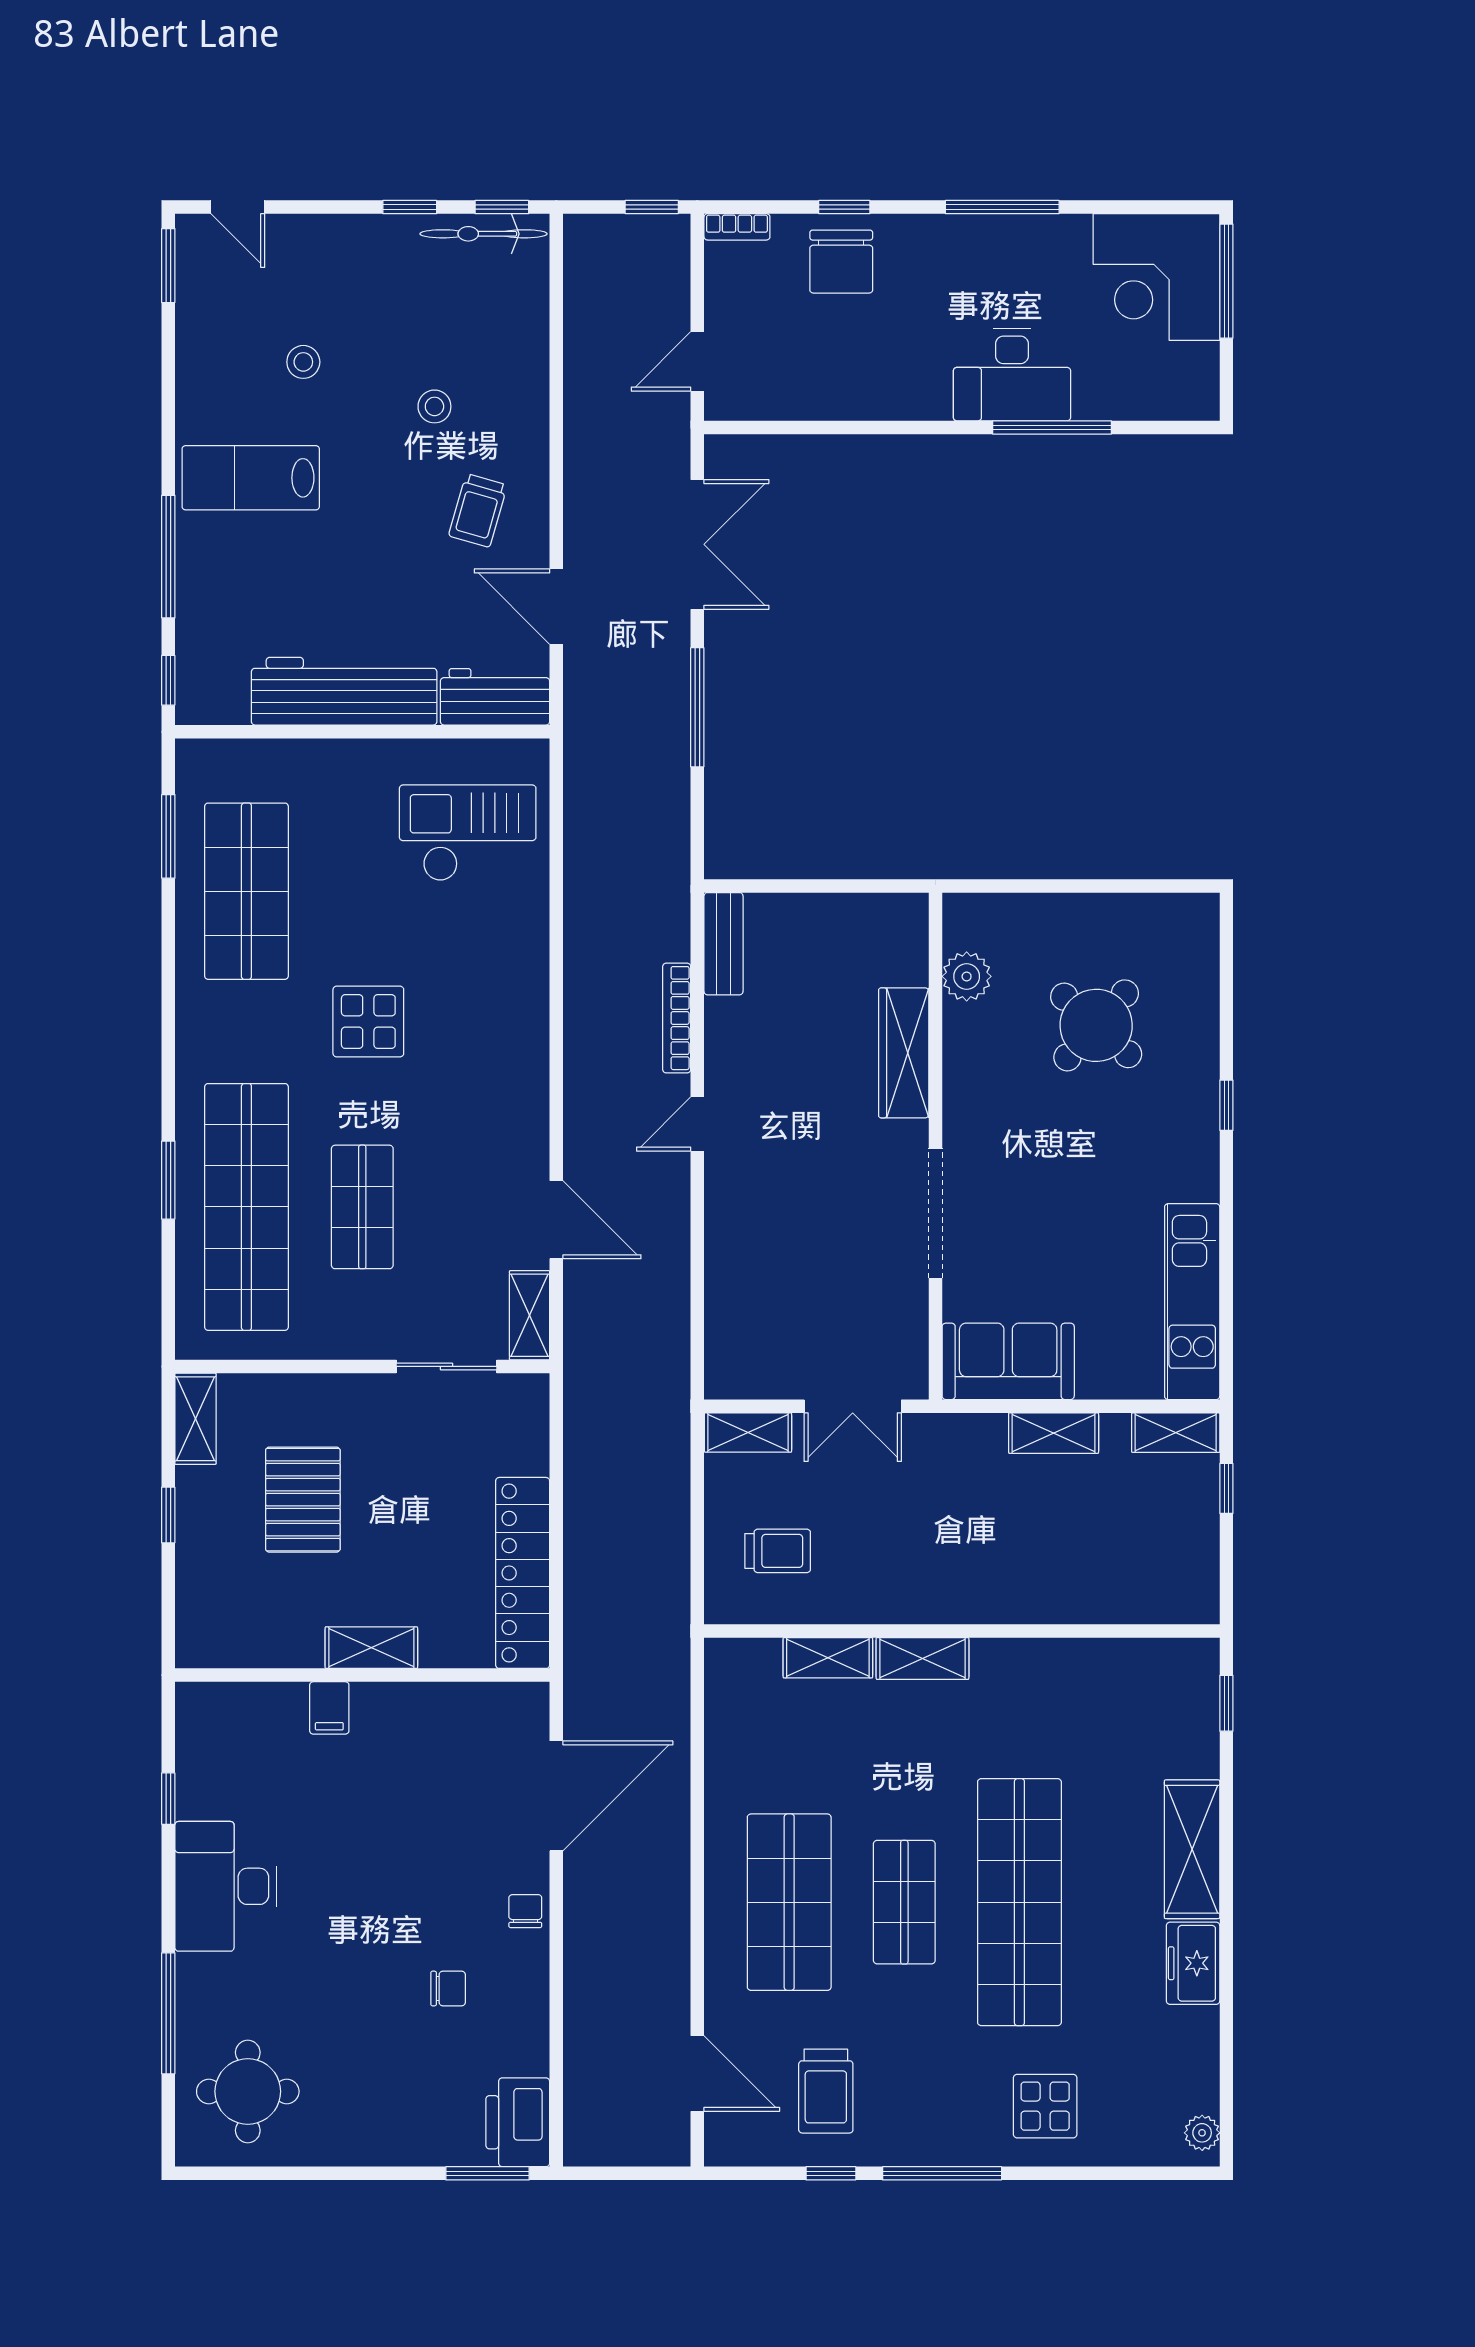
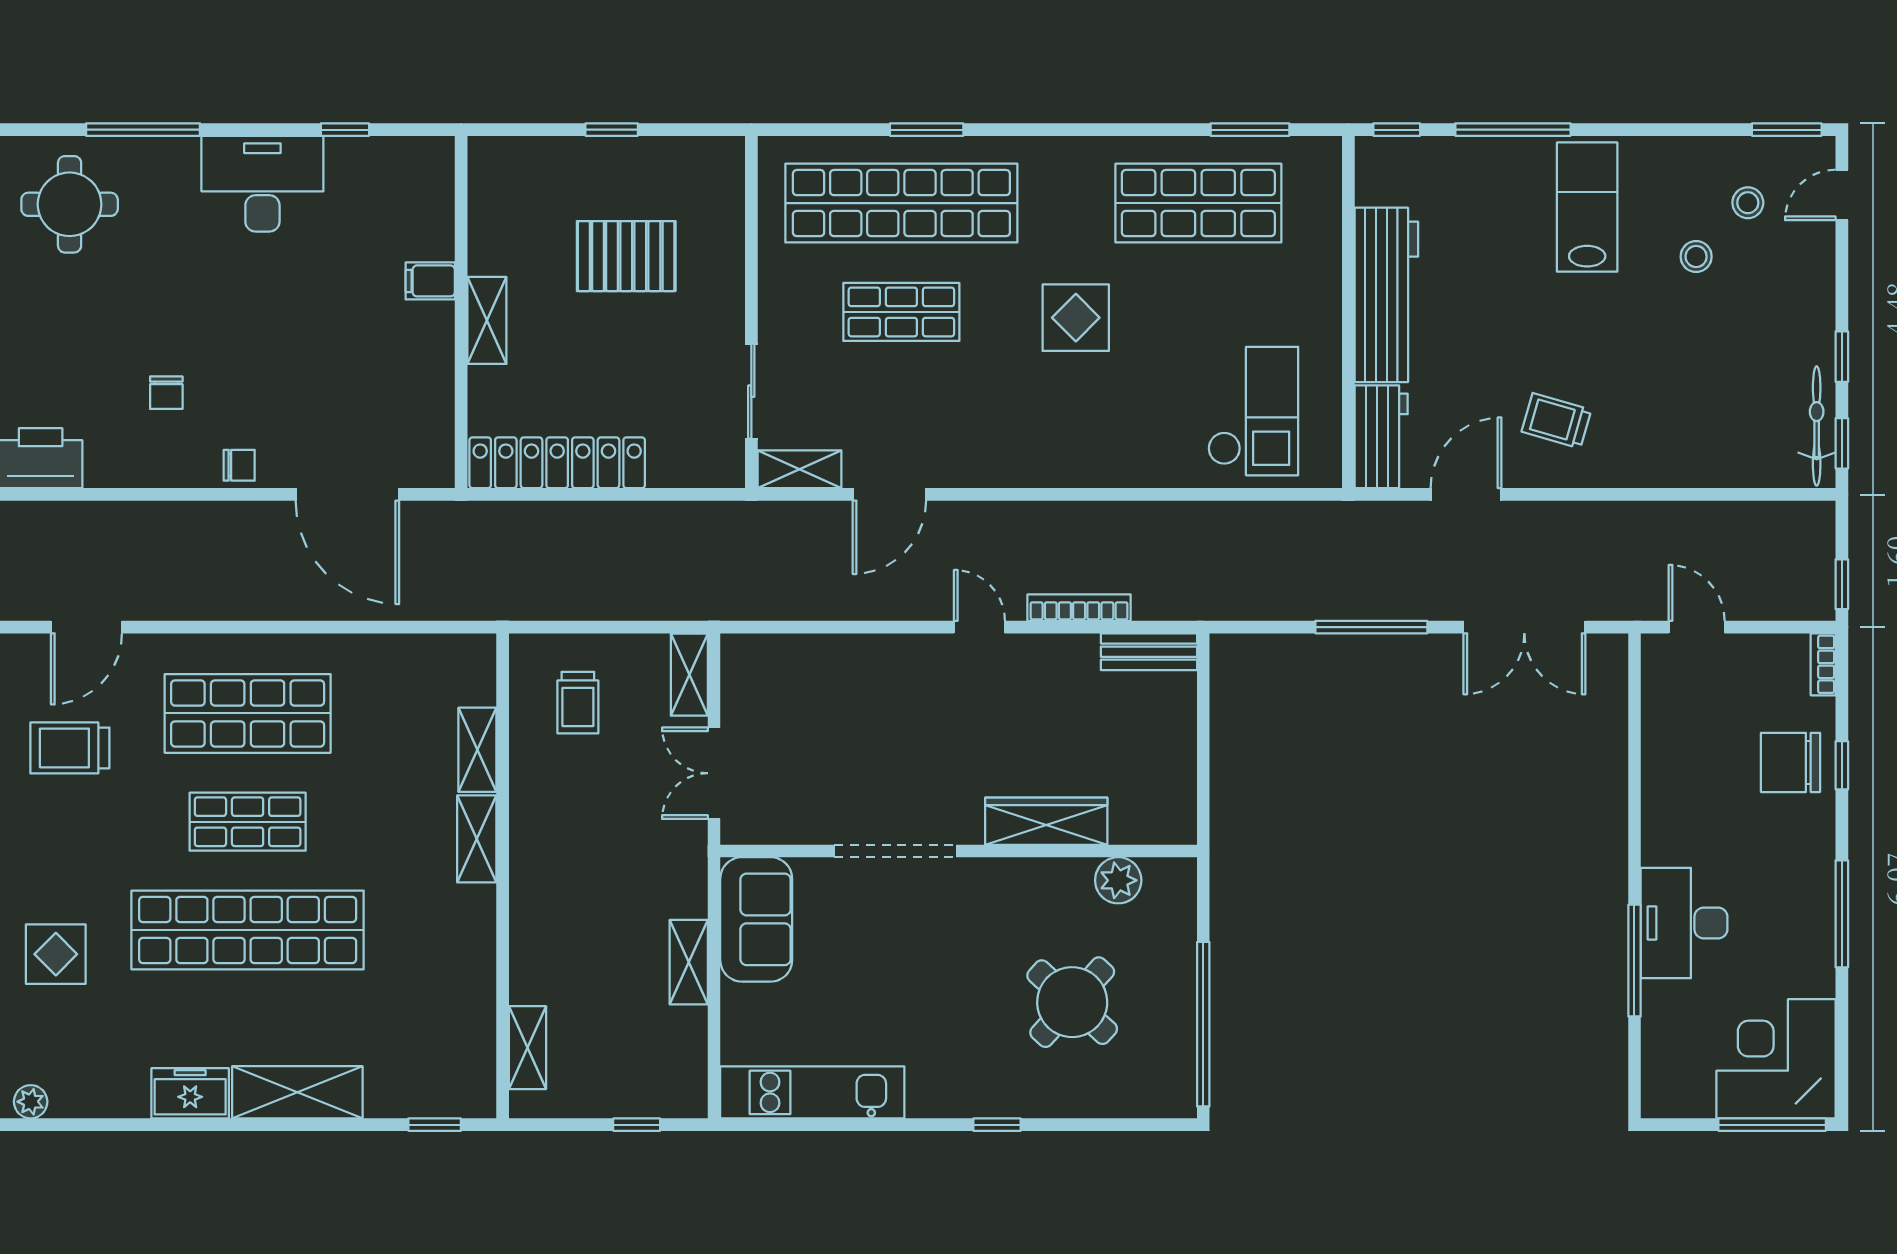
stool: (434, 406) -> (1748, 203), moved
window: (1120, 886) -> (1203, 1024), added
shelving: (195, 1419) -> (702, 155), removed
shelving: (1176, 1433) -> (527, 1048), moved

